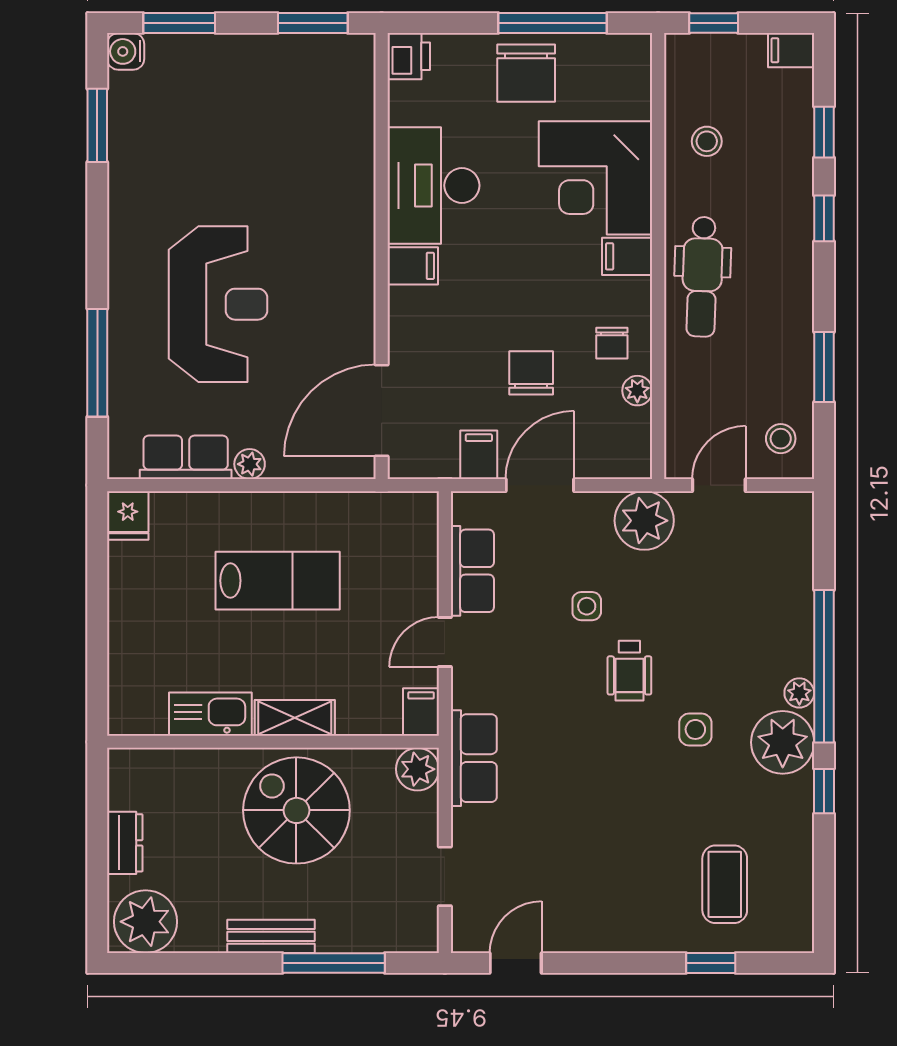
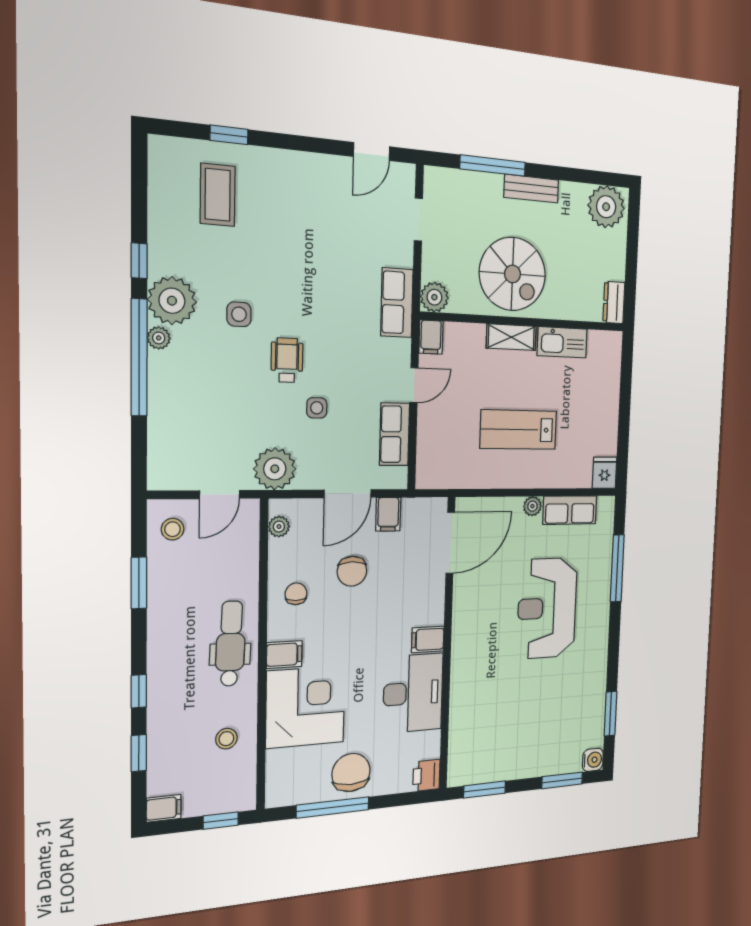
plant: (637, 391) -> (279, 527), moved
dresser: (125, 843) -> (614, 302), moved

